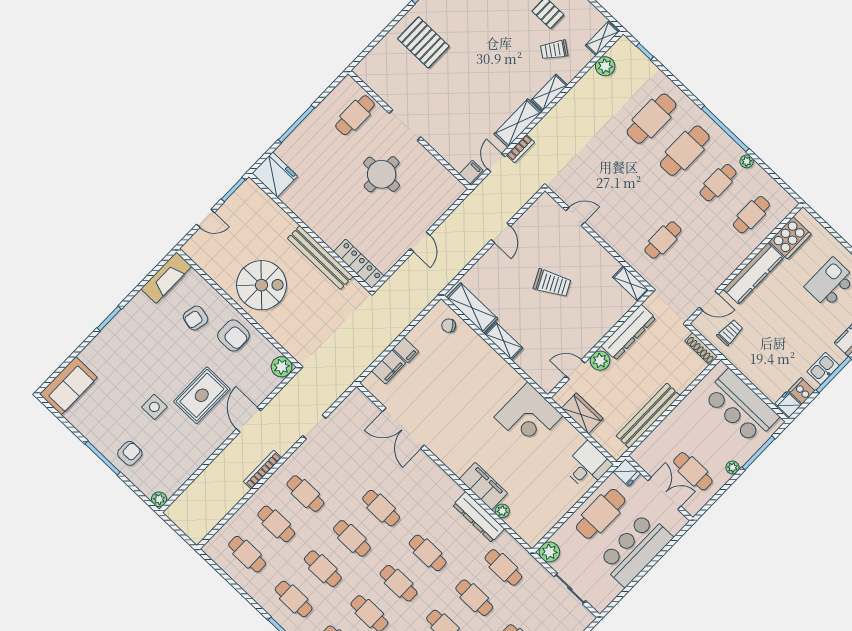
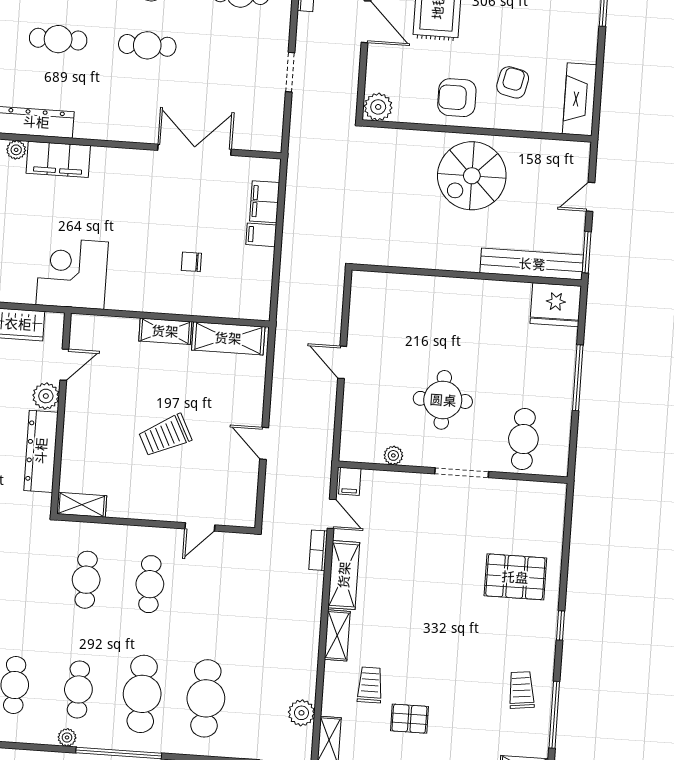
trolley: (554, 50) -> (370, 685), turned -36
plant: (435, 166) -> (393, 455), added
cafe table: (630, 208) -> (150, 584), added
bench: (320, 258) -> (532, 264), moved
locker: (359, 264) -> (388, 285), removed
chair: (449, 326) -> (191, 262), moved, turned -144

